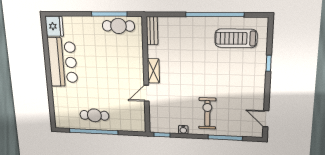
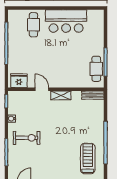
fridge: (54, 26) -> (19, 81), moved, turned 180
cafe table: (94, 115) -> (34, 25), moved

